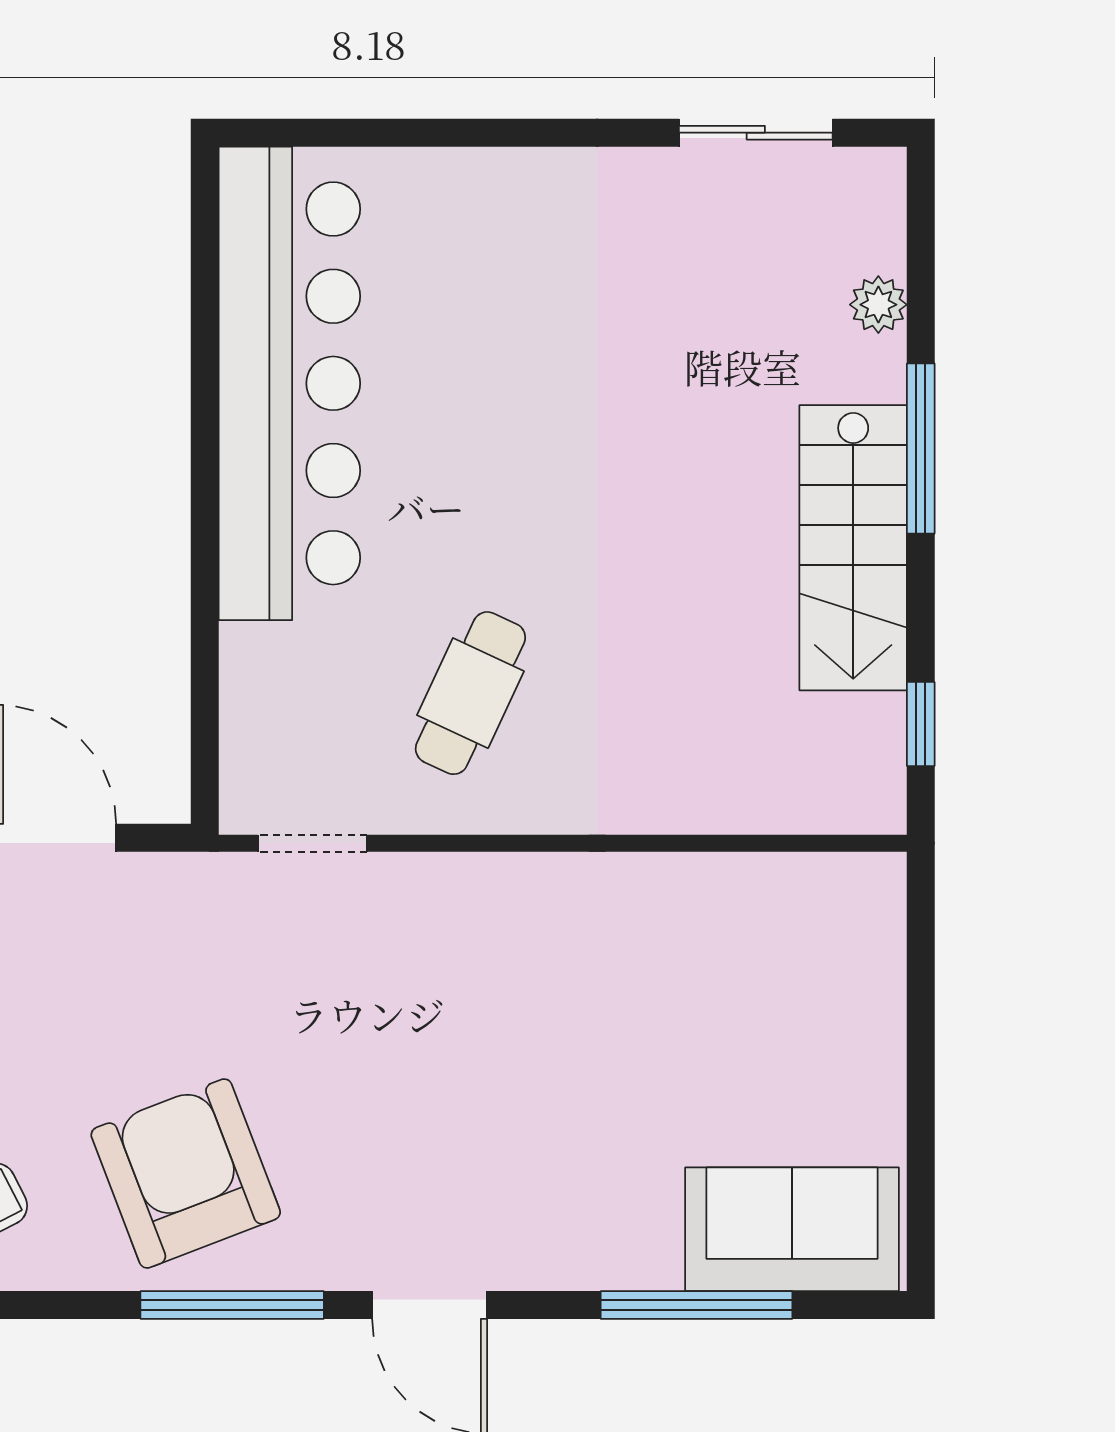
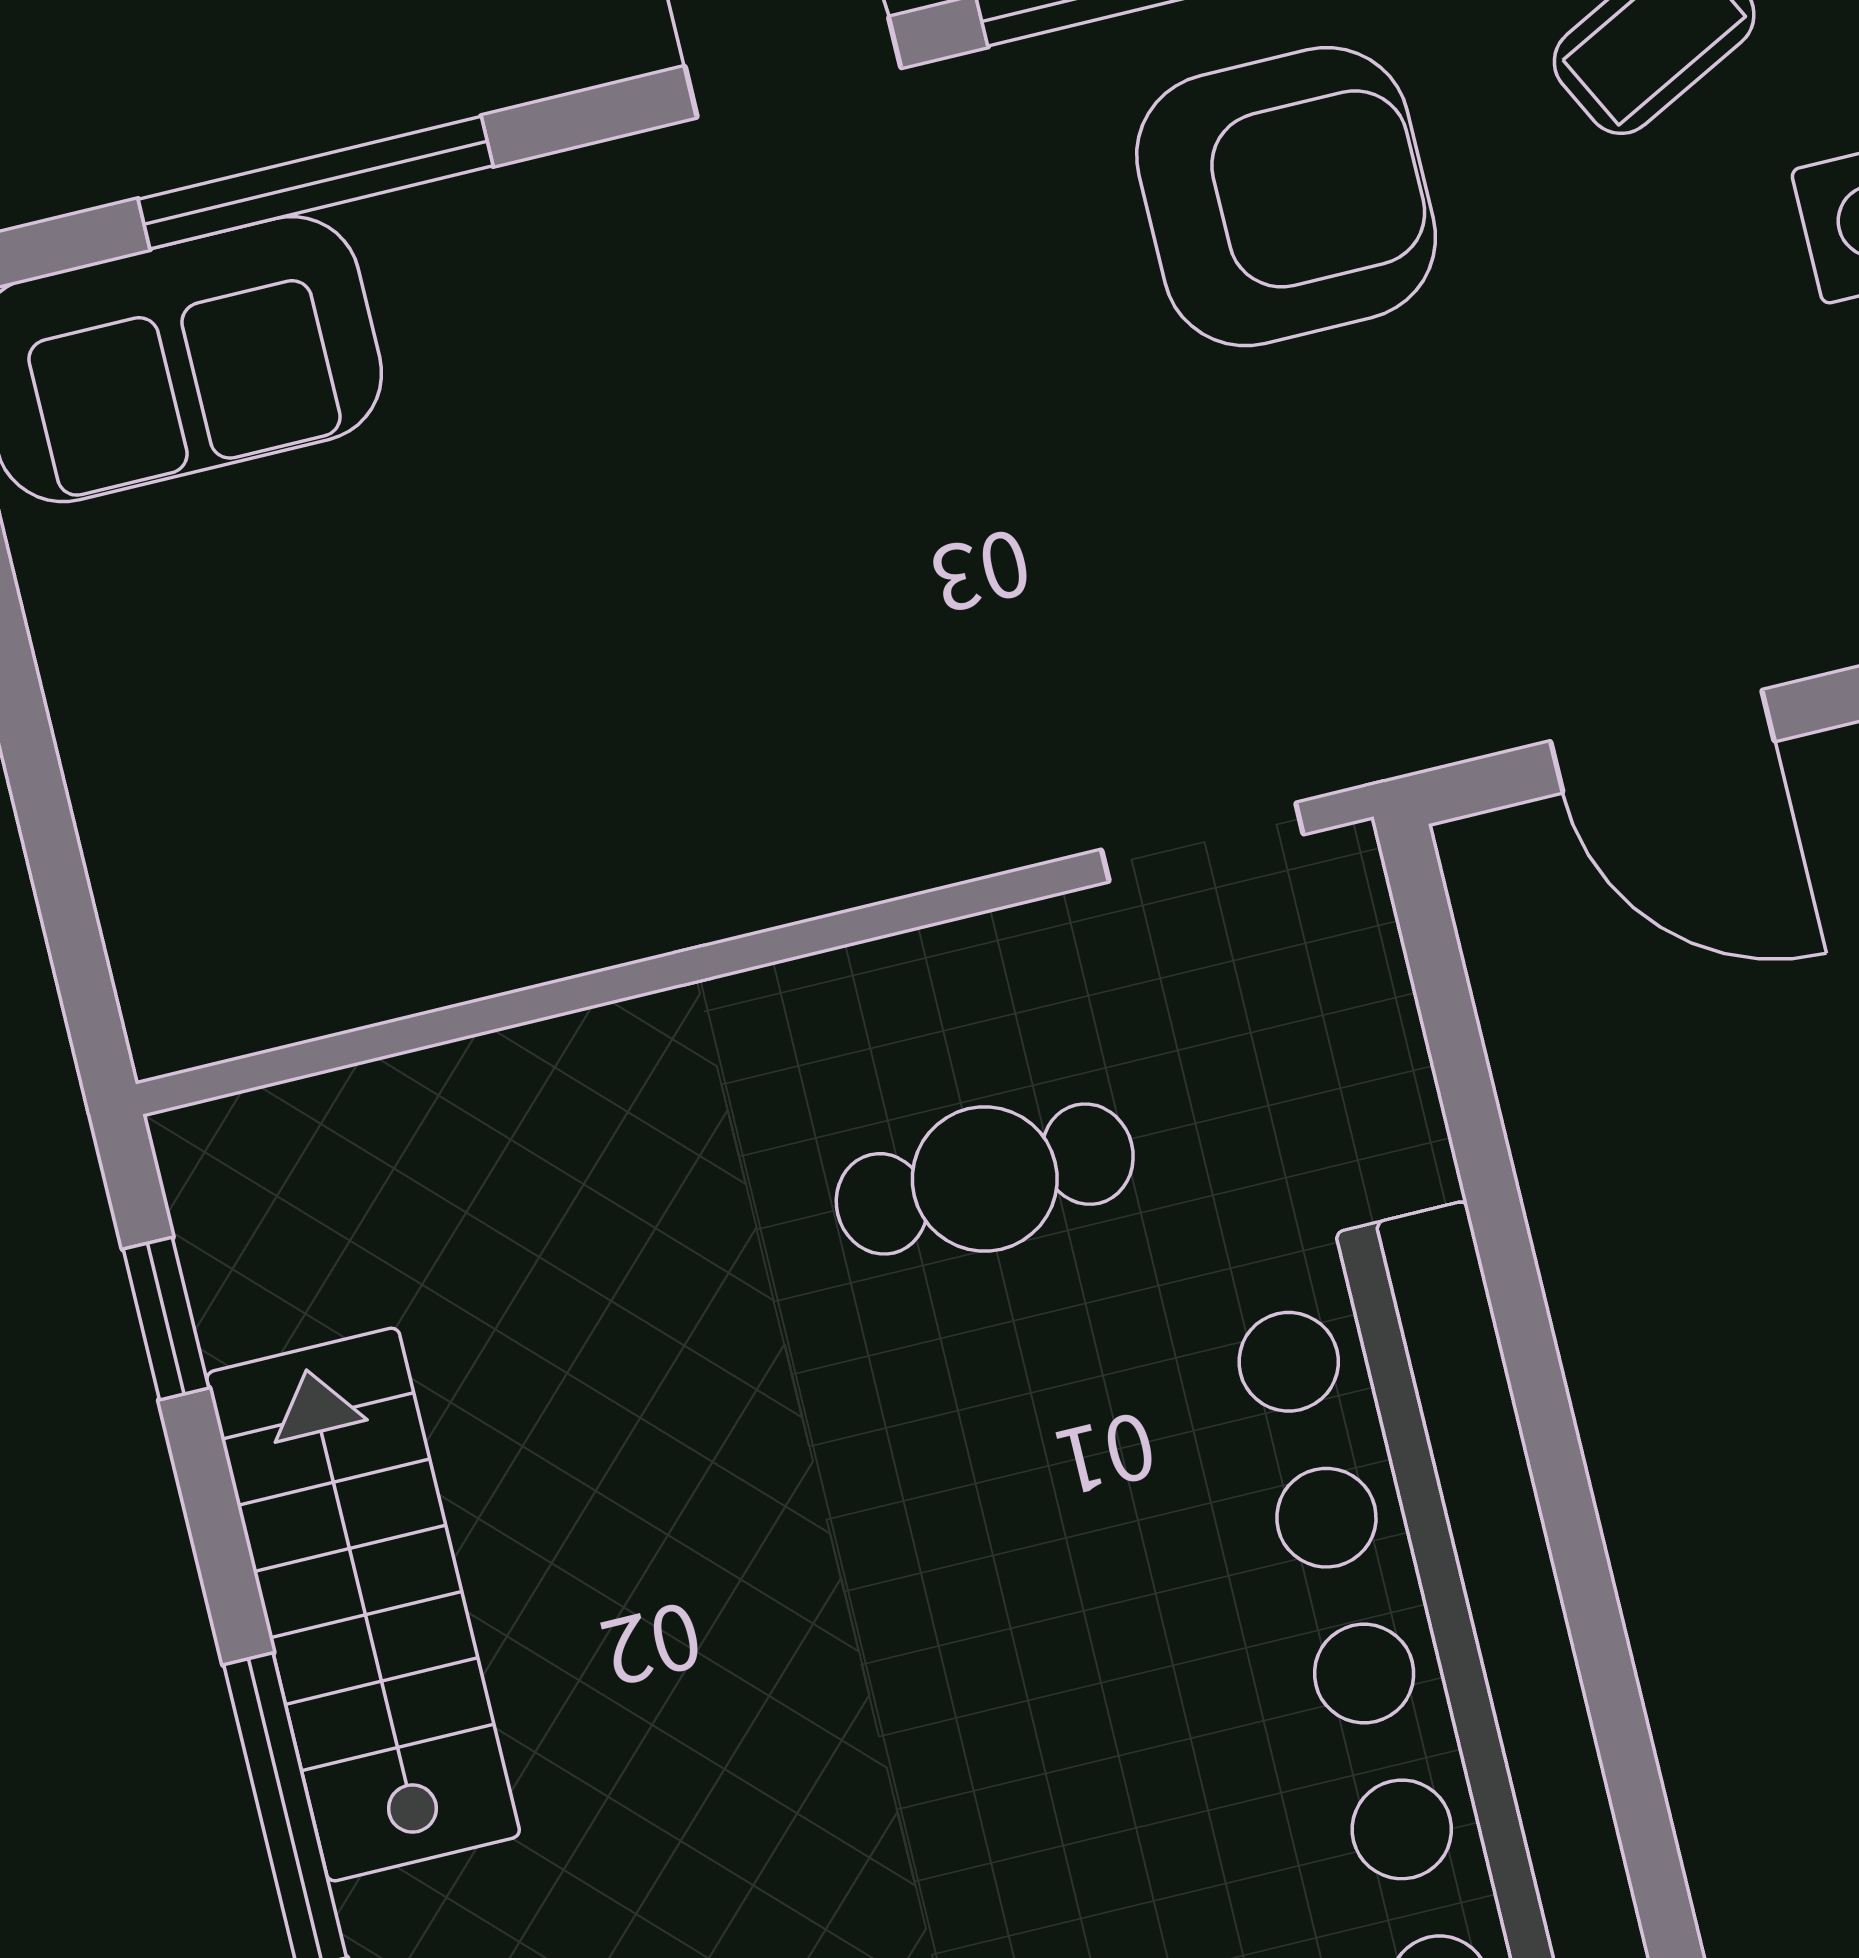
cafe table: (470, 693) -> (985, 1179), turned 65
armchair: (186, 1174) -> (1286, 197), turned -69

